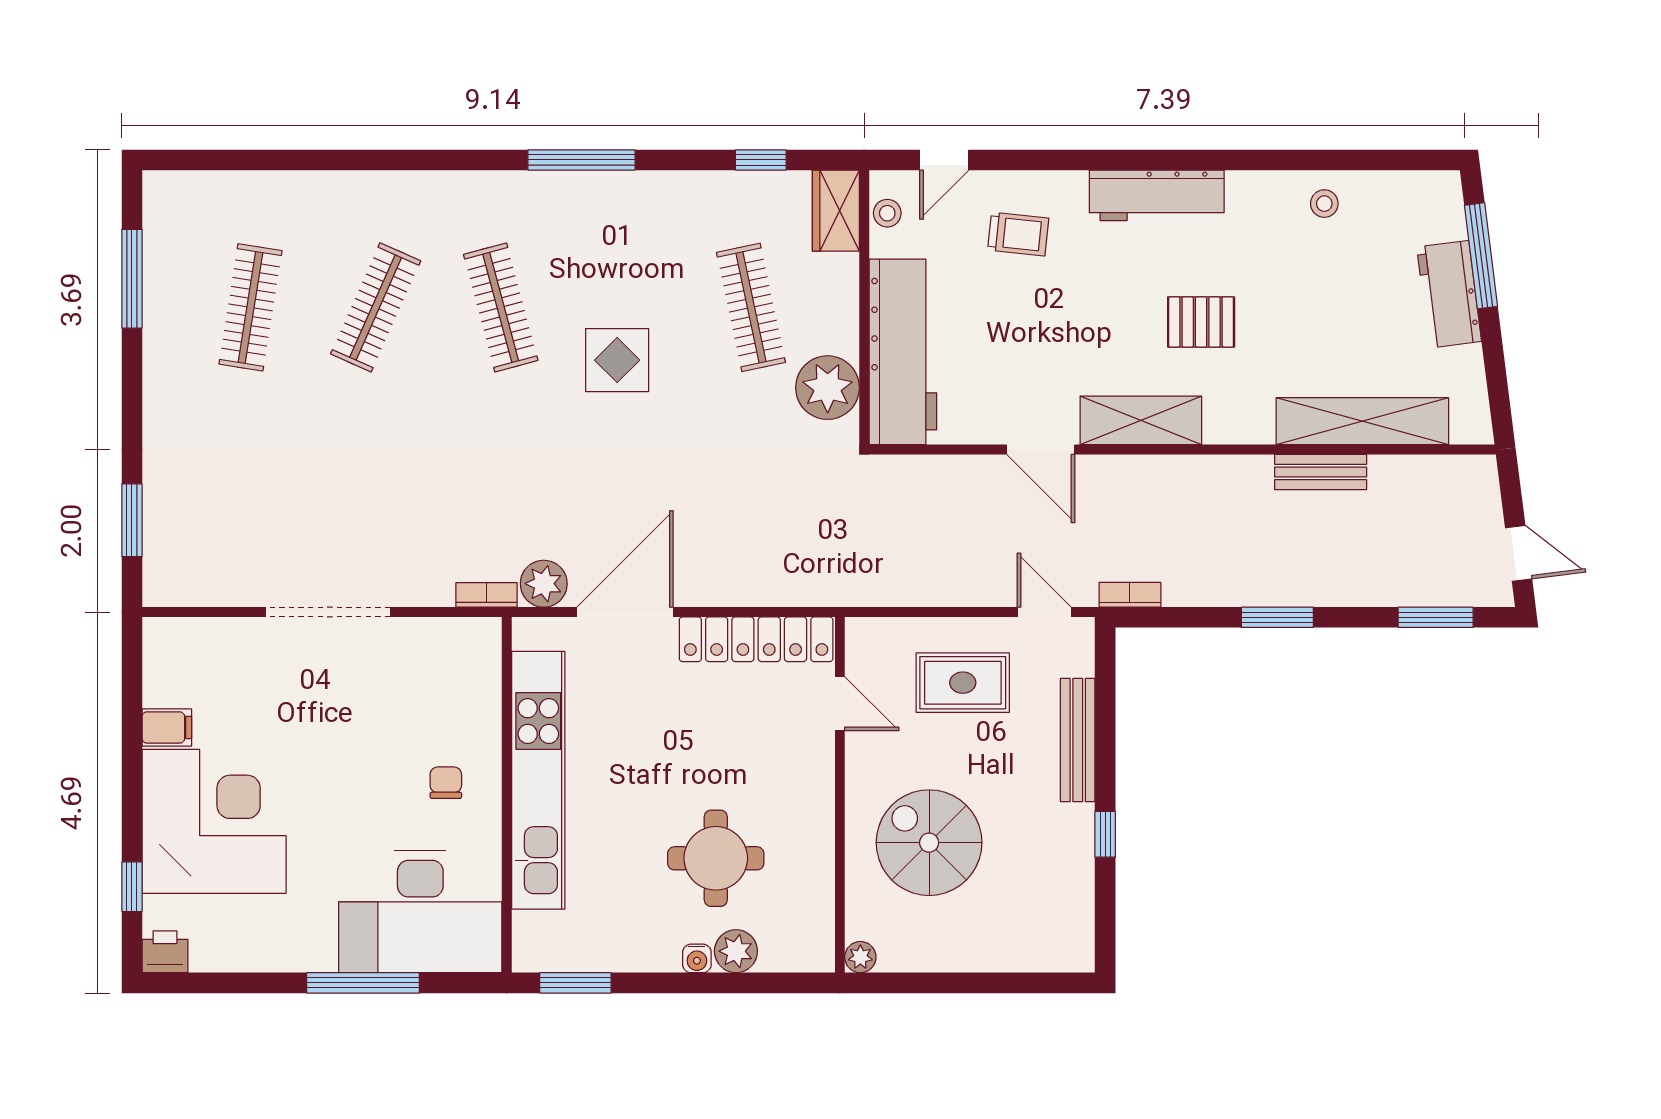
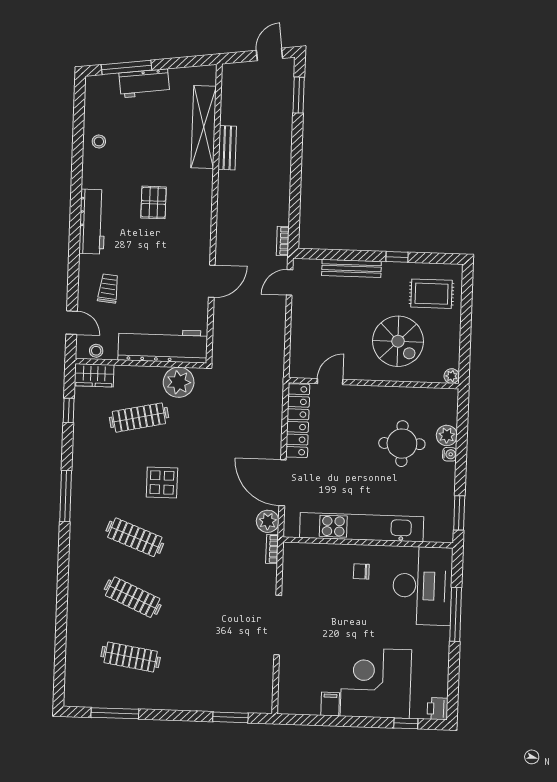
clothes rail: (501, 307) -> (135, 537), turned 36
shelving: (1141, 420) -> (200, 233), removed
window: (1277, 617) -> (296, 171), removed
rug: (963, 683) -> (432, 294), moved, turned 90
spiral stairs: (929, 843) -> (398, 341), turned -90

